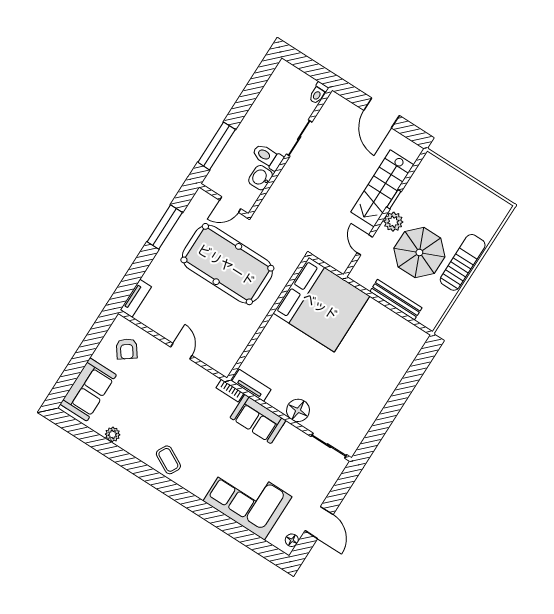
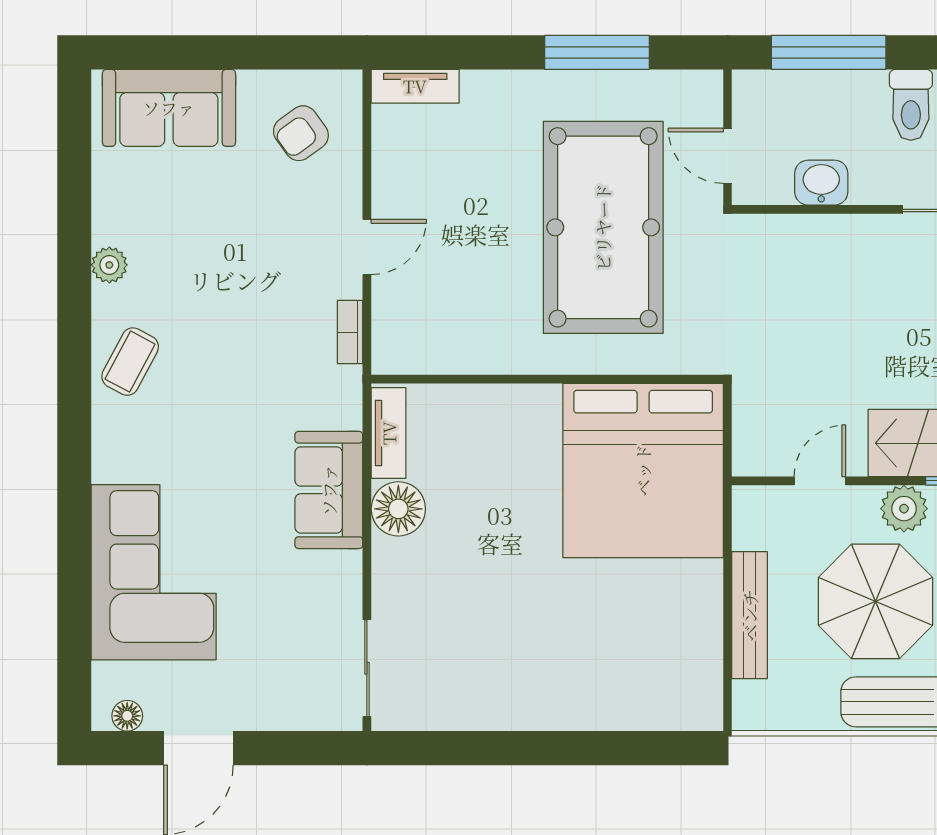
toilet: (268, 157) -> (911, 105), moved, turned 180
bookcase: (230, 391) -> (350, 332), moved
floor lamp: (298, 410) -> (398, 509), moved
plant: (113, 434) -> (109, 265), moved

